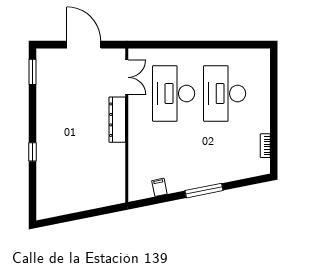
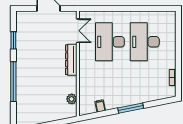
window: (32, 72) -> (13, 40), moved
window: (32, 152) -> (13, 82), width x3.17
plant: (118, 177) -> (72, 99), added

